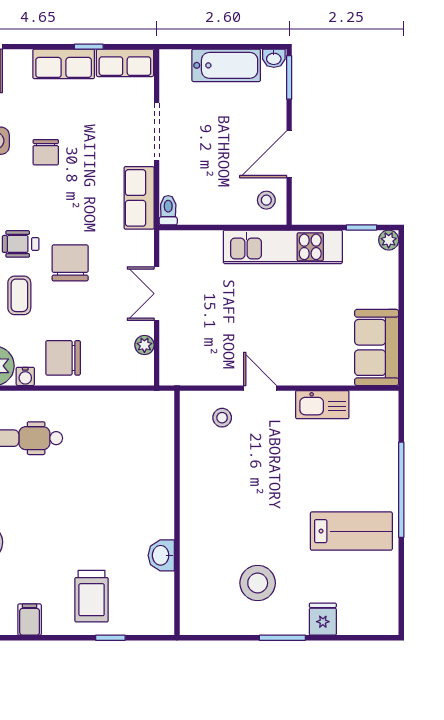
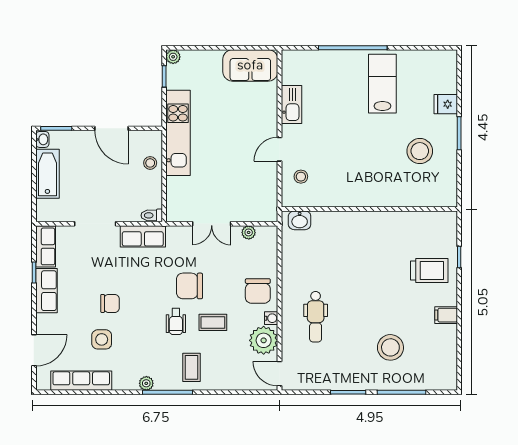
stool: (266, 200) -> (150, 163), moved
washbasin: (161, 555) -> (300, 220), moved

